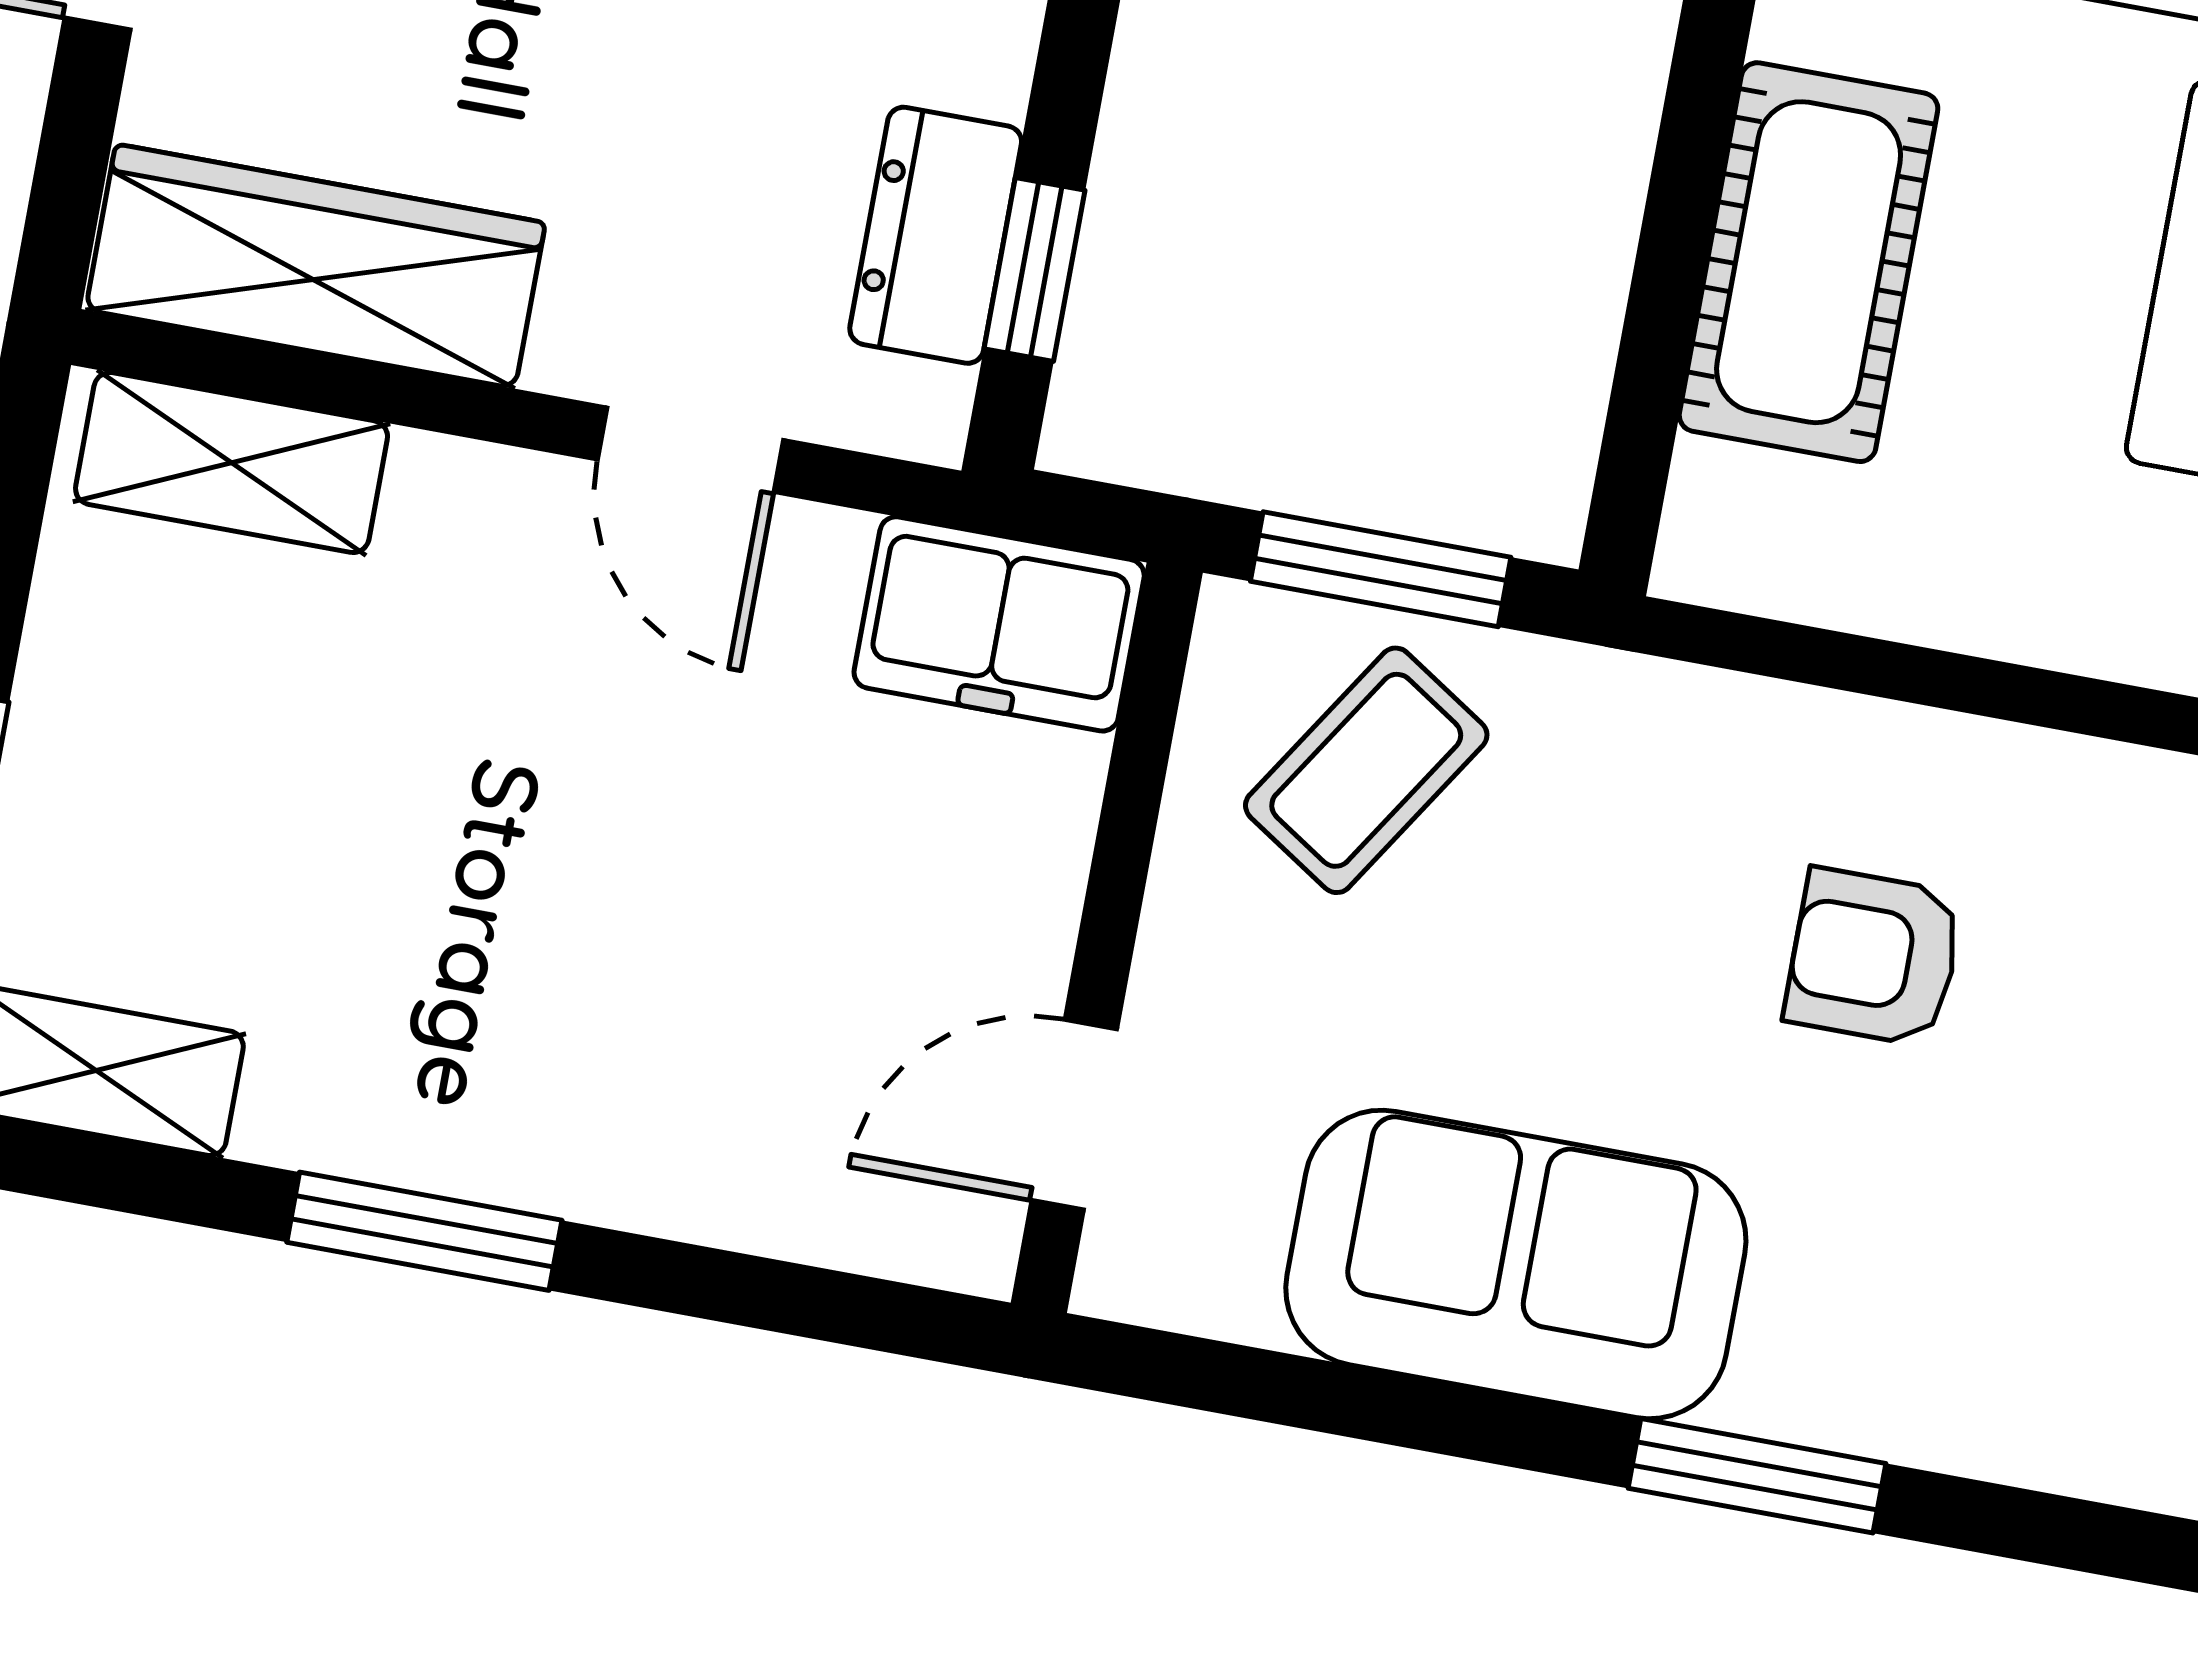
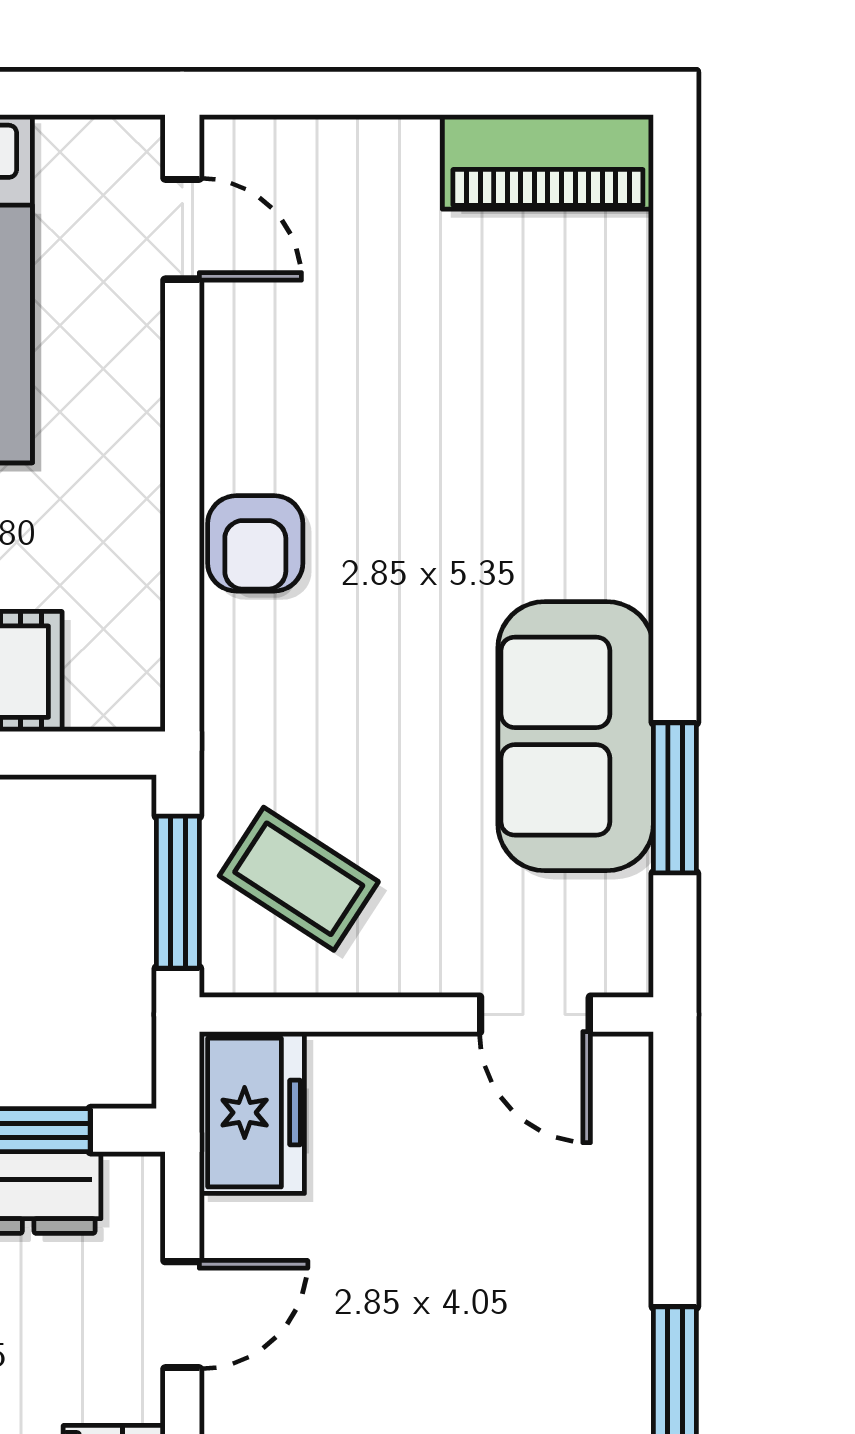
armchair: (1874, 957) -> (255, 543), moved
window: (1757, 1476) -> (675, 798), moved

